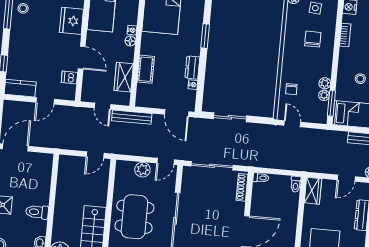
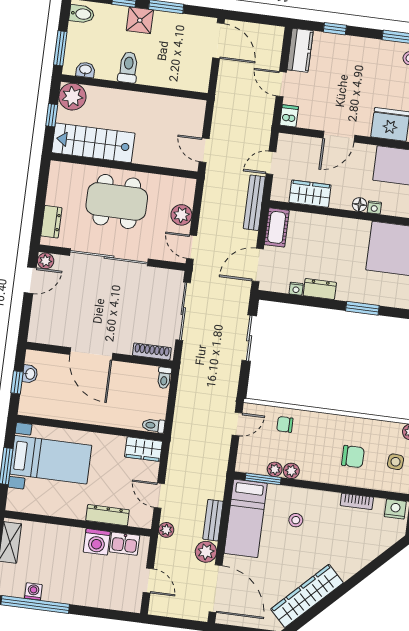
cot: (146, 69) -> (277, 227), moved, turned 90
dishwasher: (69, 78) -> (289, 116), moved

